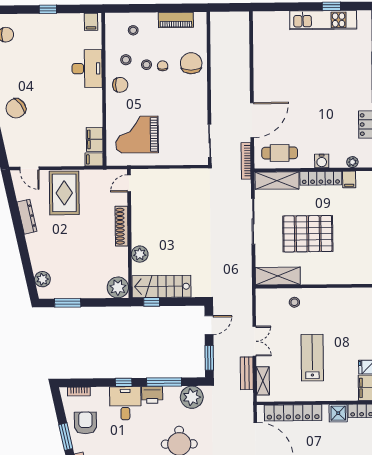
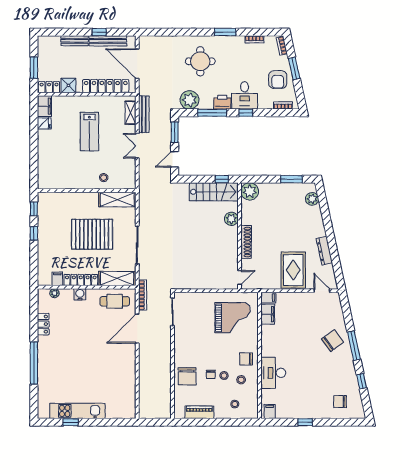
bench: (247, 373) -> (144, 114), width x1.36

